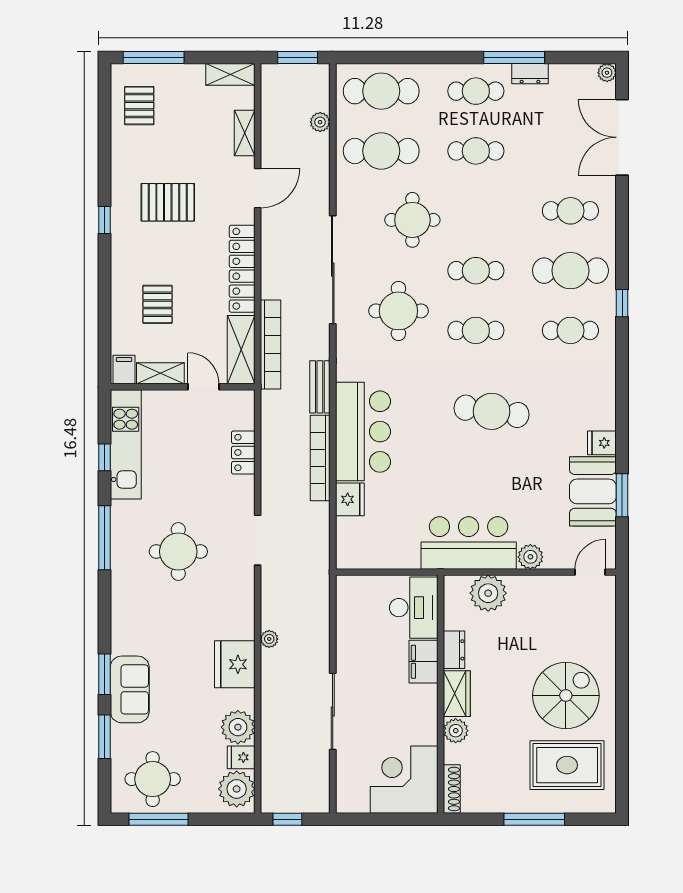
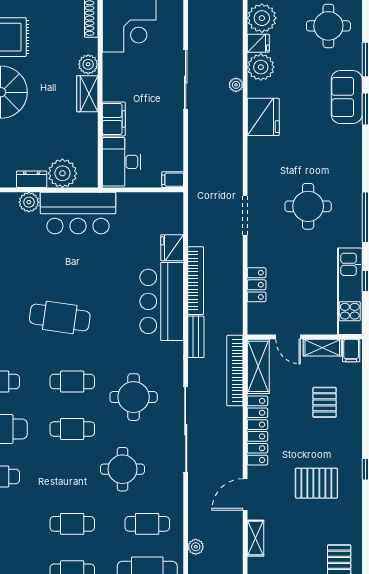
cafe table: (381, 151) -> (147, 524), width x0.73, depth x0.74
filing cabinet: (349, 585) -> (173, 180), added
plant: (269, 639) -> (236, 85), moved
dresser: (454, 650) -> (32, 179), moved, turned 90

